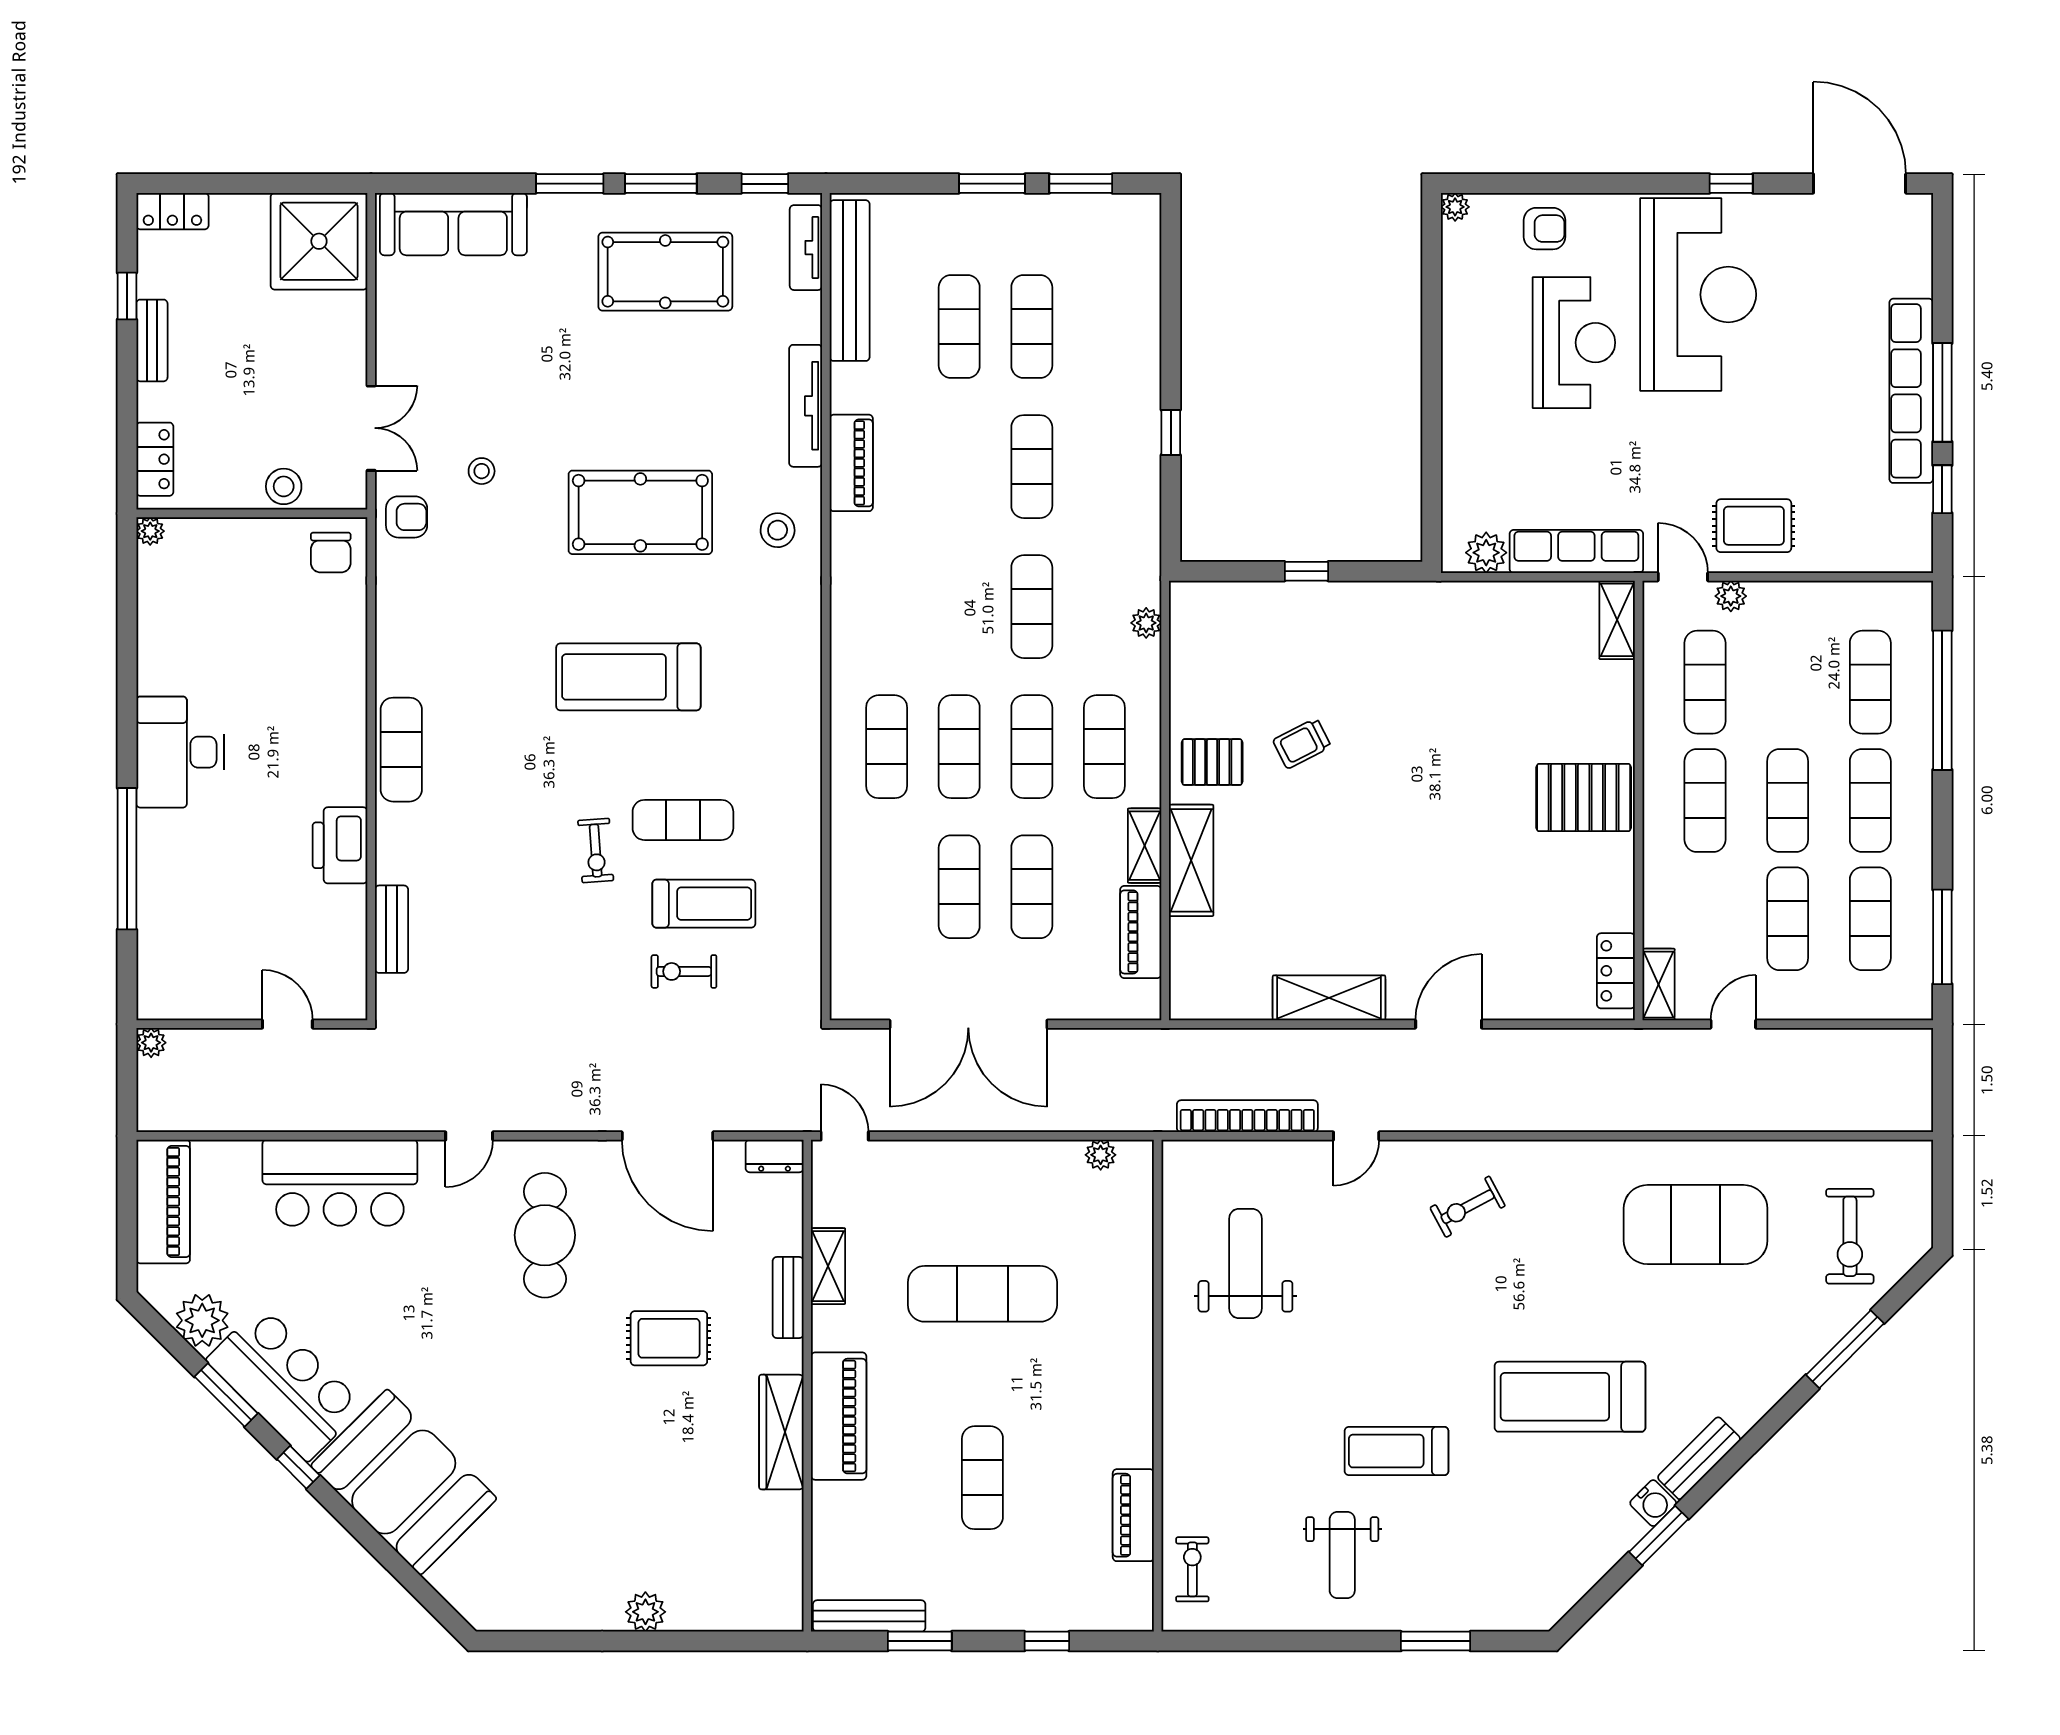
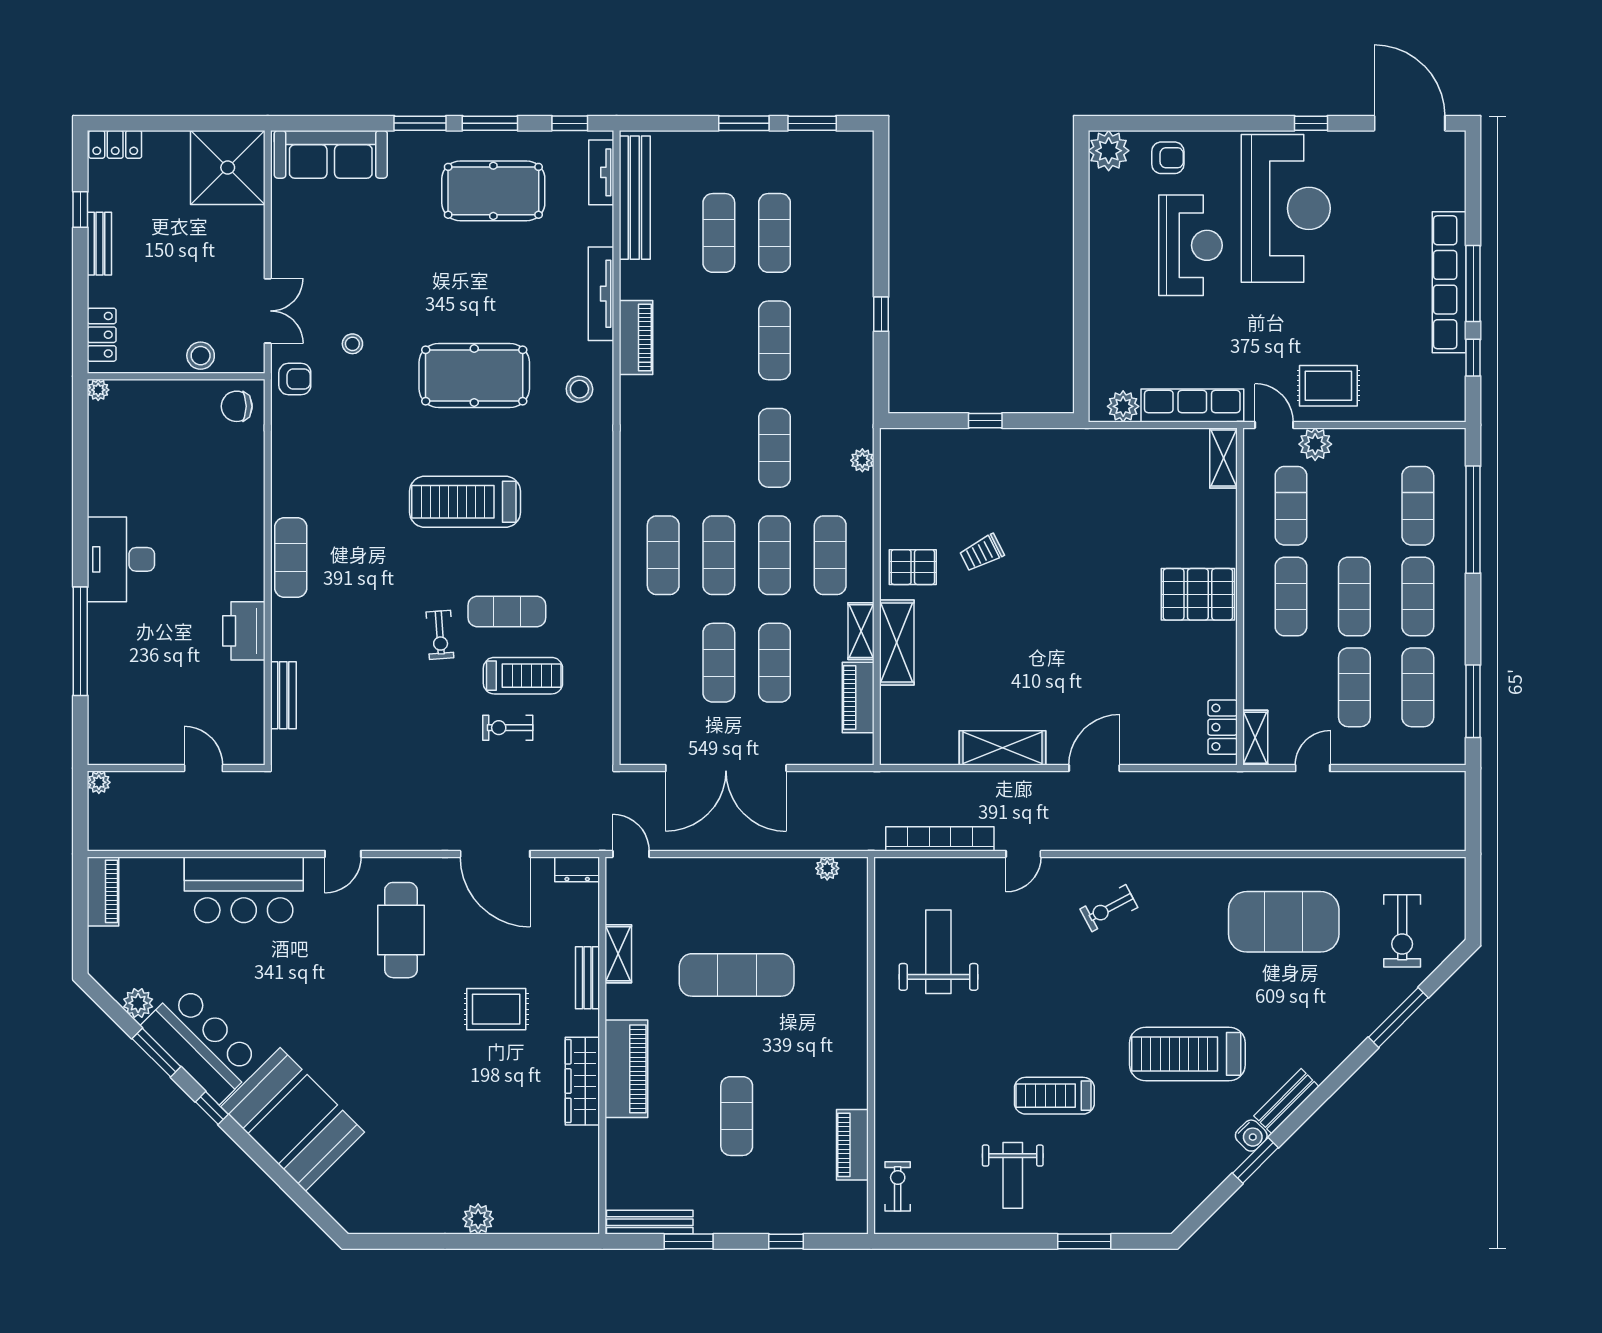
plant: (1455, 207) -> (1109, 151), width x1.87, depth x1.87
chair: (331, 553) -> (237, 406), turned 90
plant: (1731, 596) -> (1315, 444), width x1.38, depth x1.38
piano: (163, 1202) -> (103, 891), width x0.73, depth x0.75
plant: (202, 1320) -> (138, 1003), width x0.73, depth x0.73

